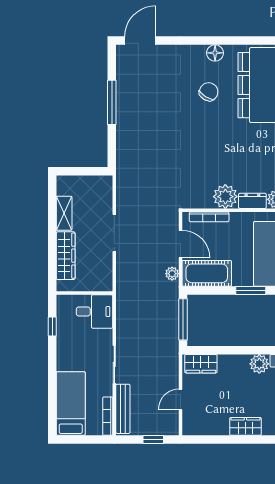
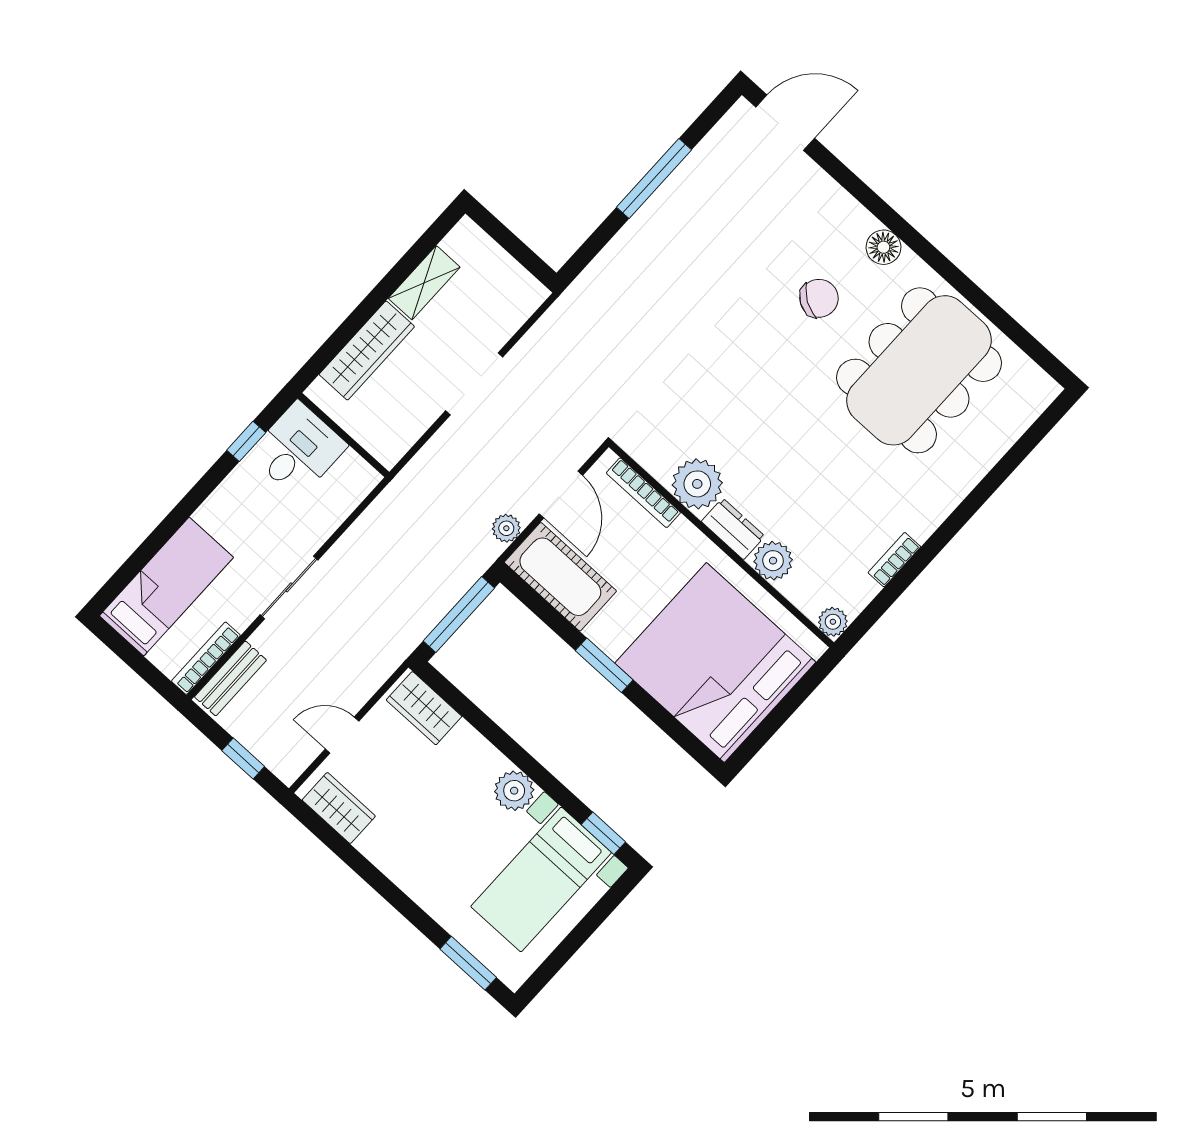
desk: (94, 312) -> (298, 450), moved, turned -90
bench: (123, 409) -> (230, 678), width x0.73
wardrobe: (245, 426) -> (339, 808), moved

